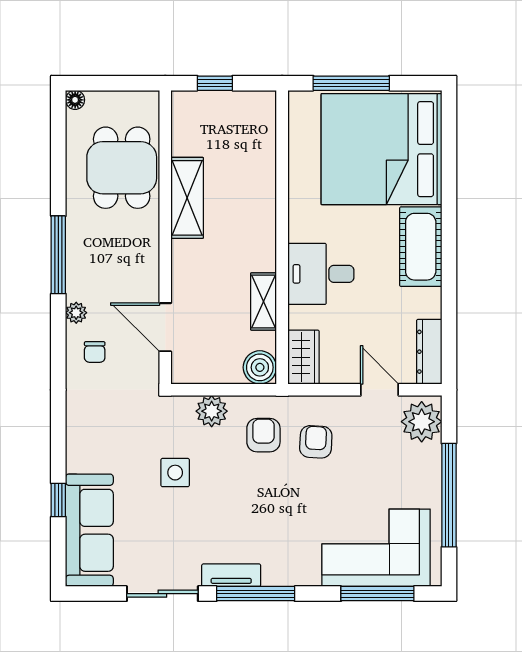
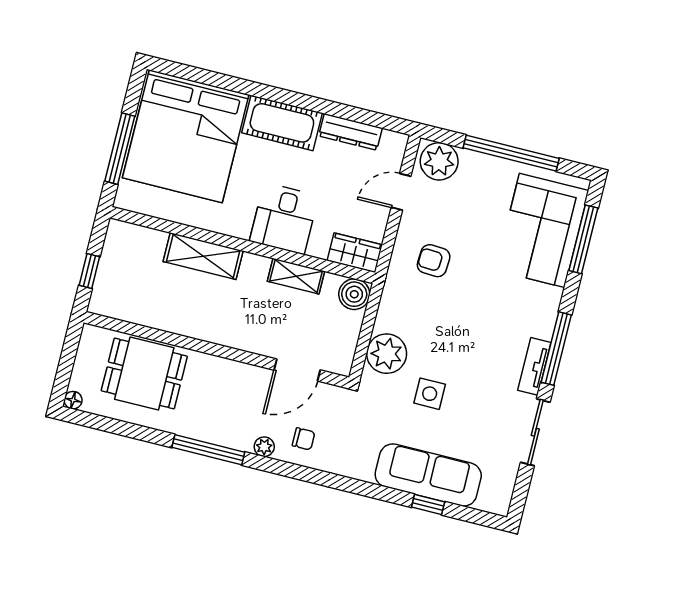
shelving: (187, 198) -> (203, 256), moved
dresser: (429, 352) -> (351, 132), moved
plant: (212, 411) -> (387, 354), width x1.36, depth x1.36
armchair: (263, 435) -> (416, 306), removed
sofa: (89, 530) -> (428, 475), moved

